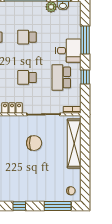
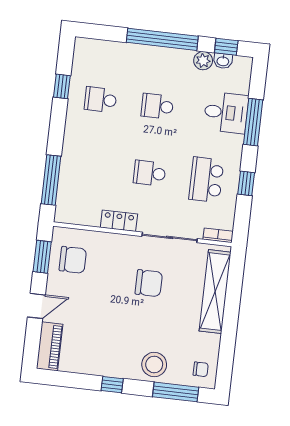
desk: (68, 51) -> (226, 113), moved
stool: (43, 191) -> (154, 364), added

